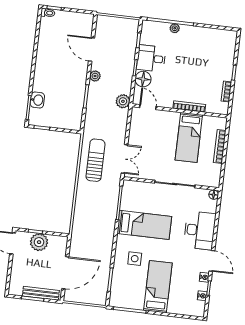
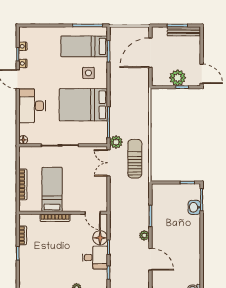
plant: (123, 101) -> (116, 142), moved
sun lounger: (95, 160) -> (135, 159), turned 180
bed: (144, 225) -> (83, 105), width x1.50
bed: (158, 287) -> (84, 46), moved, turned 90
bench: (41, 293) -> (184, 31), moved

